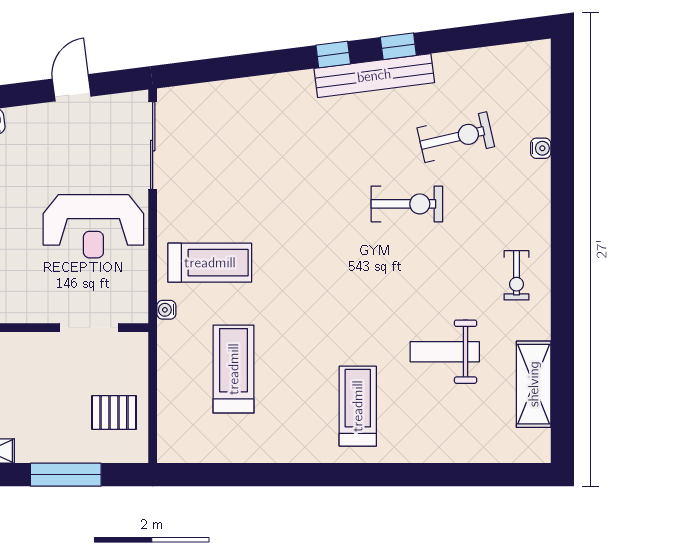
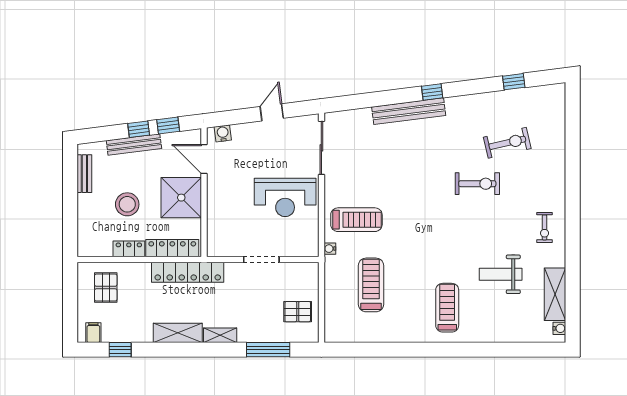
window: (398, 46) -> (514, 82), moved
bench: (374, 76) -> (409, 111), moved
water cooler: (541, 148) -> (559, 328), moved
doorway: (89, 328) -> (261, 259), moved

